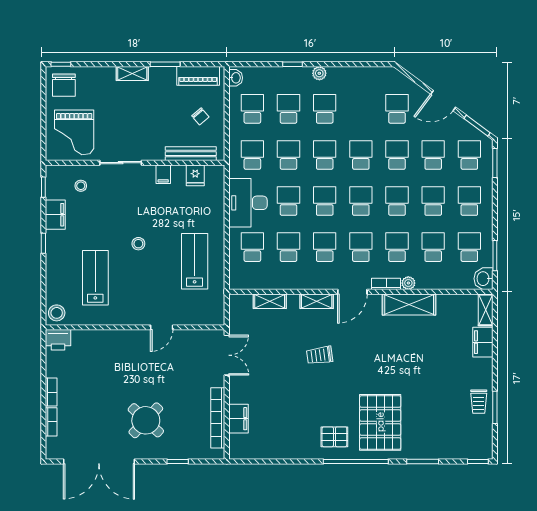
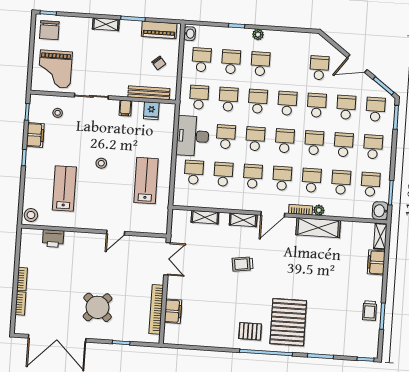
printer: (58, 340) -> (53, 238), moved

